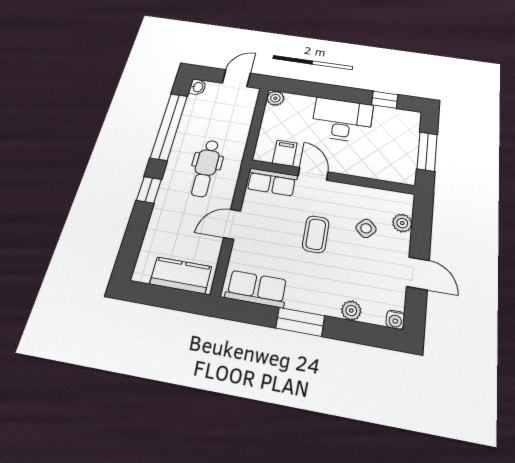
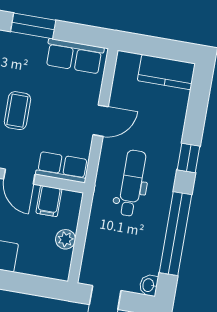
plant: (275, 98) -> (65, 239), moved
kitchen counter: (181, 275) -> (166, 72), moved

